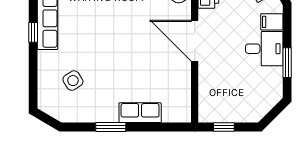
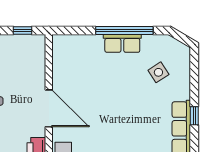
row of seats: (140, 113) -> (122, 43), moved
window: (111, 127) -> (124, 30), width x2.11

